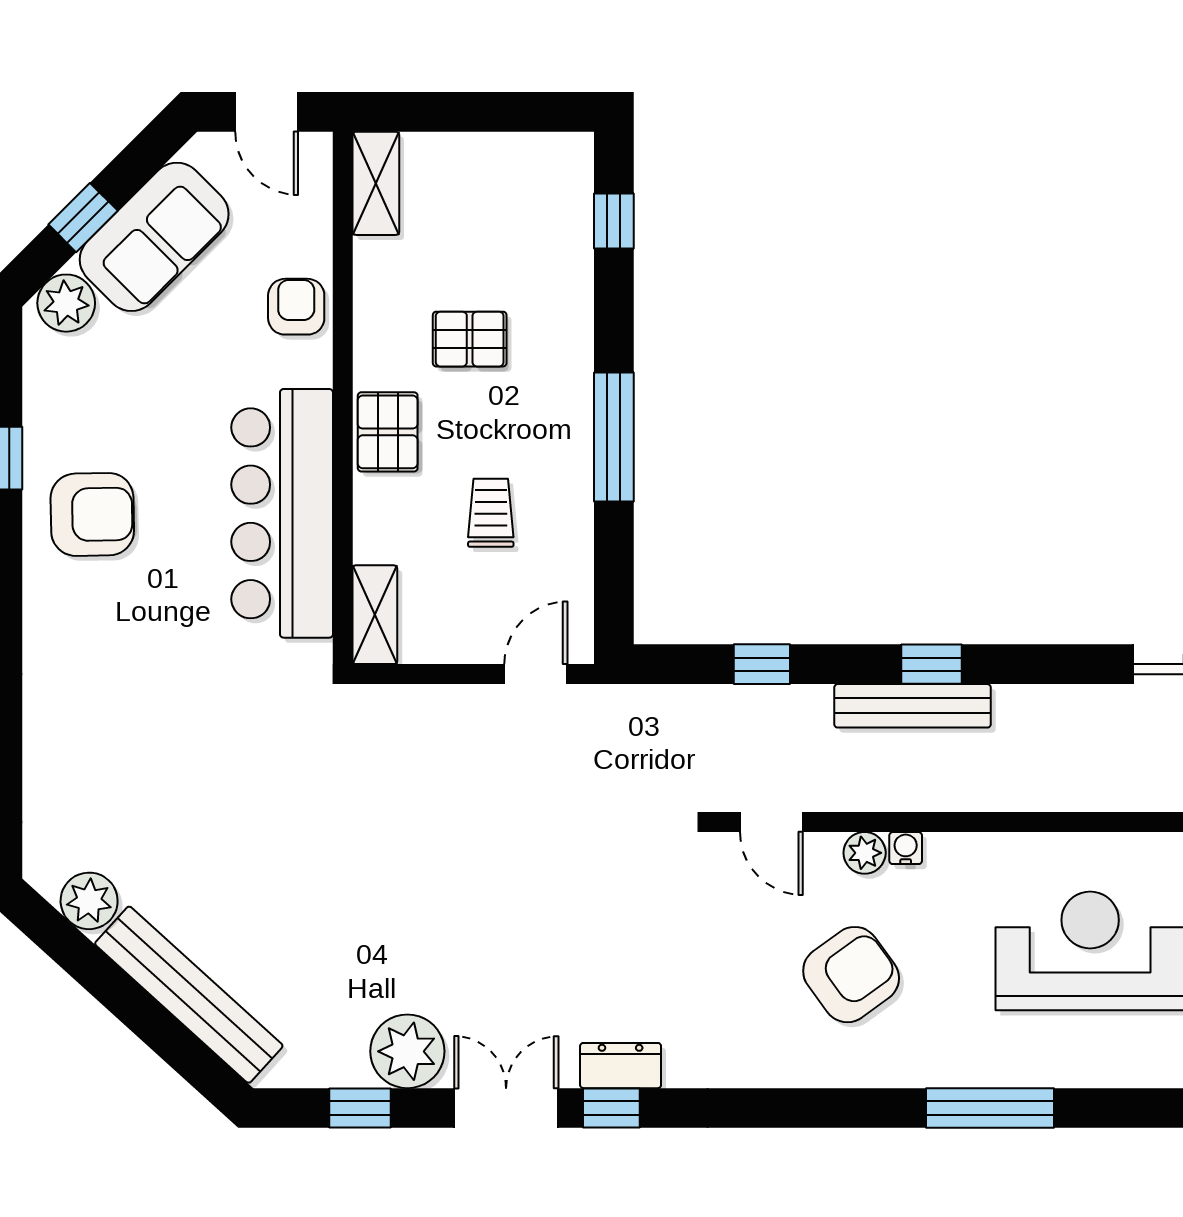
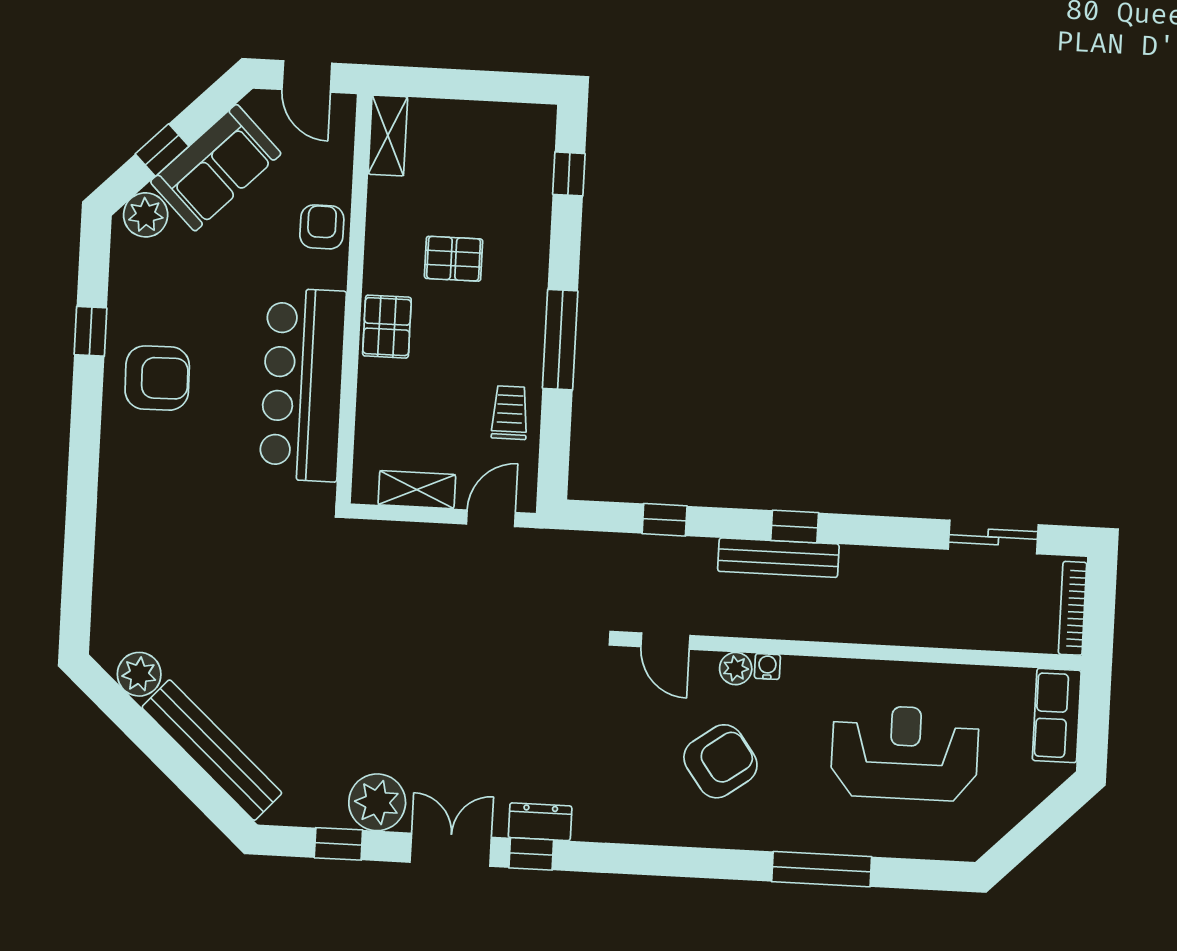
trolley: (491, 513) -> (510, 413), moved
shelving: (375, 615) -> (417, 490), moved, turned 90

